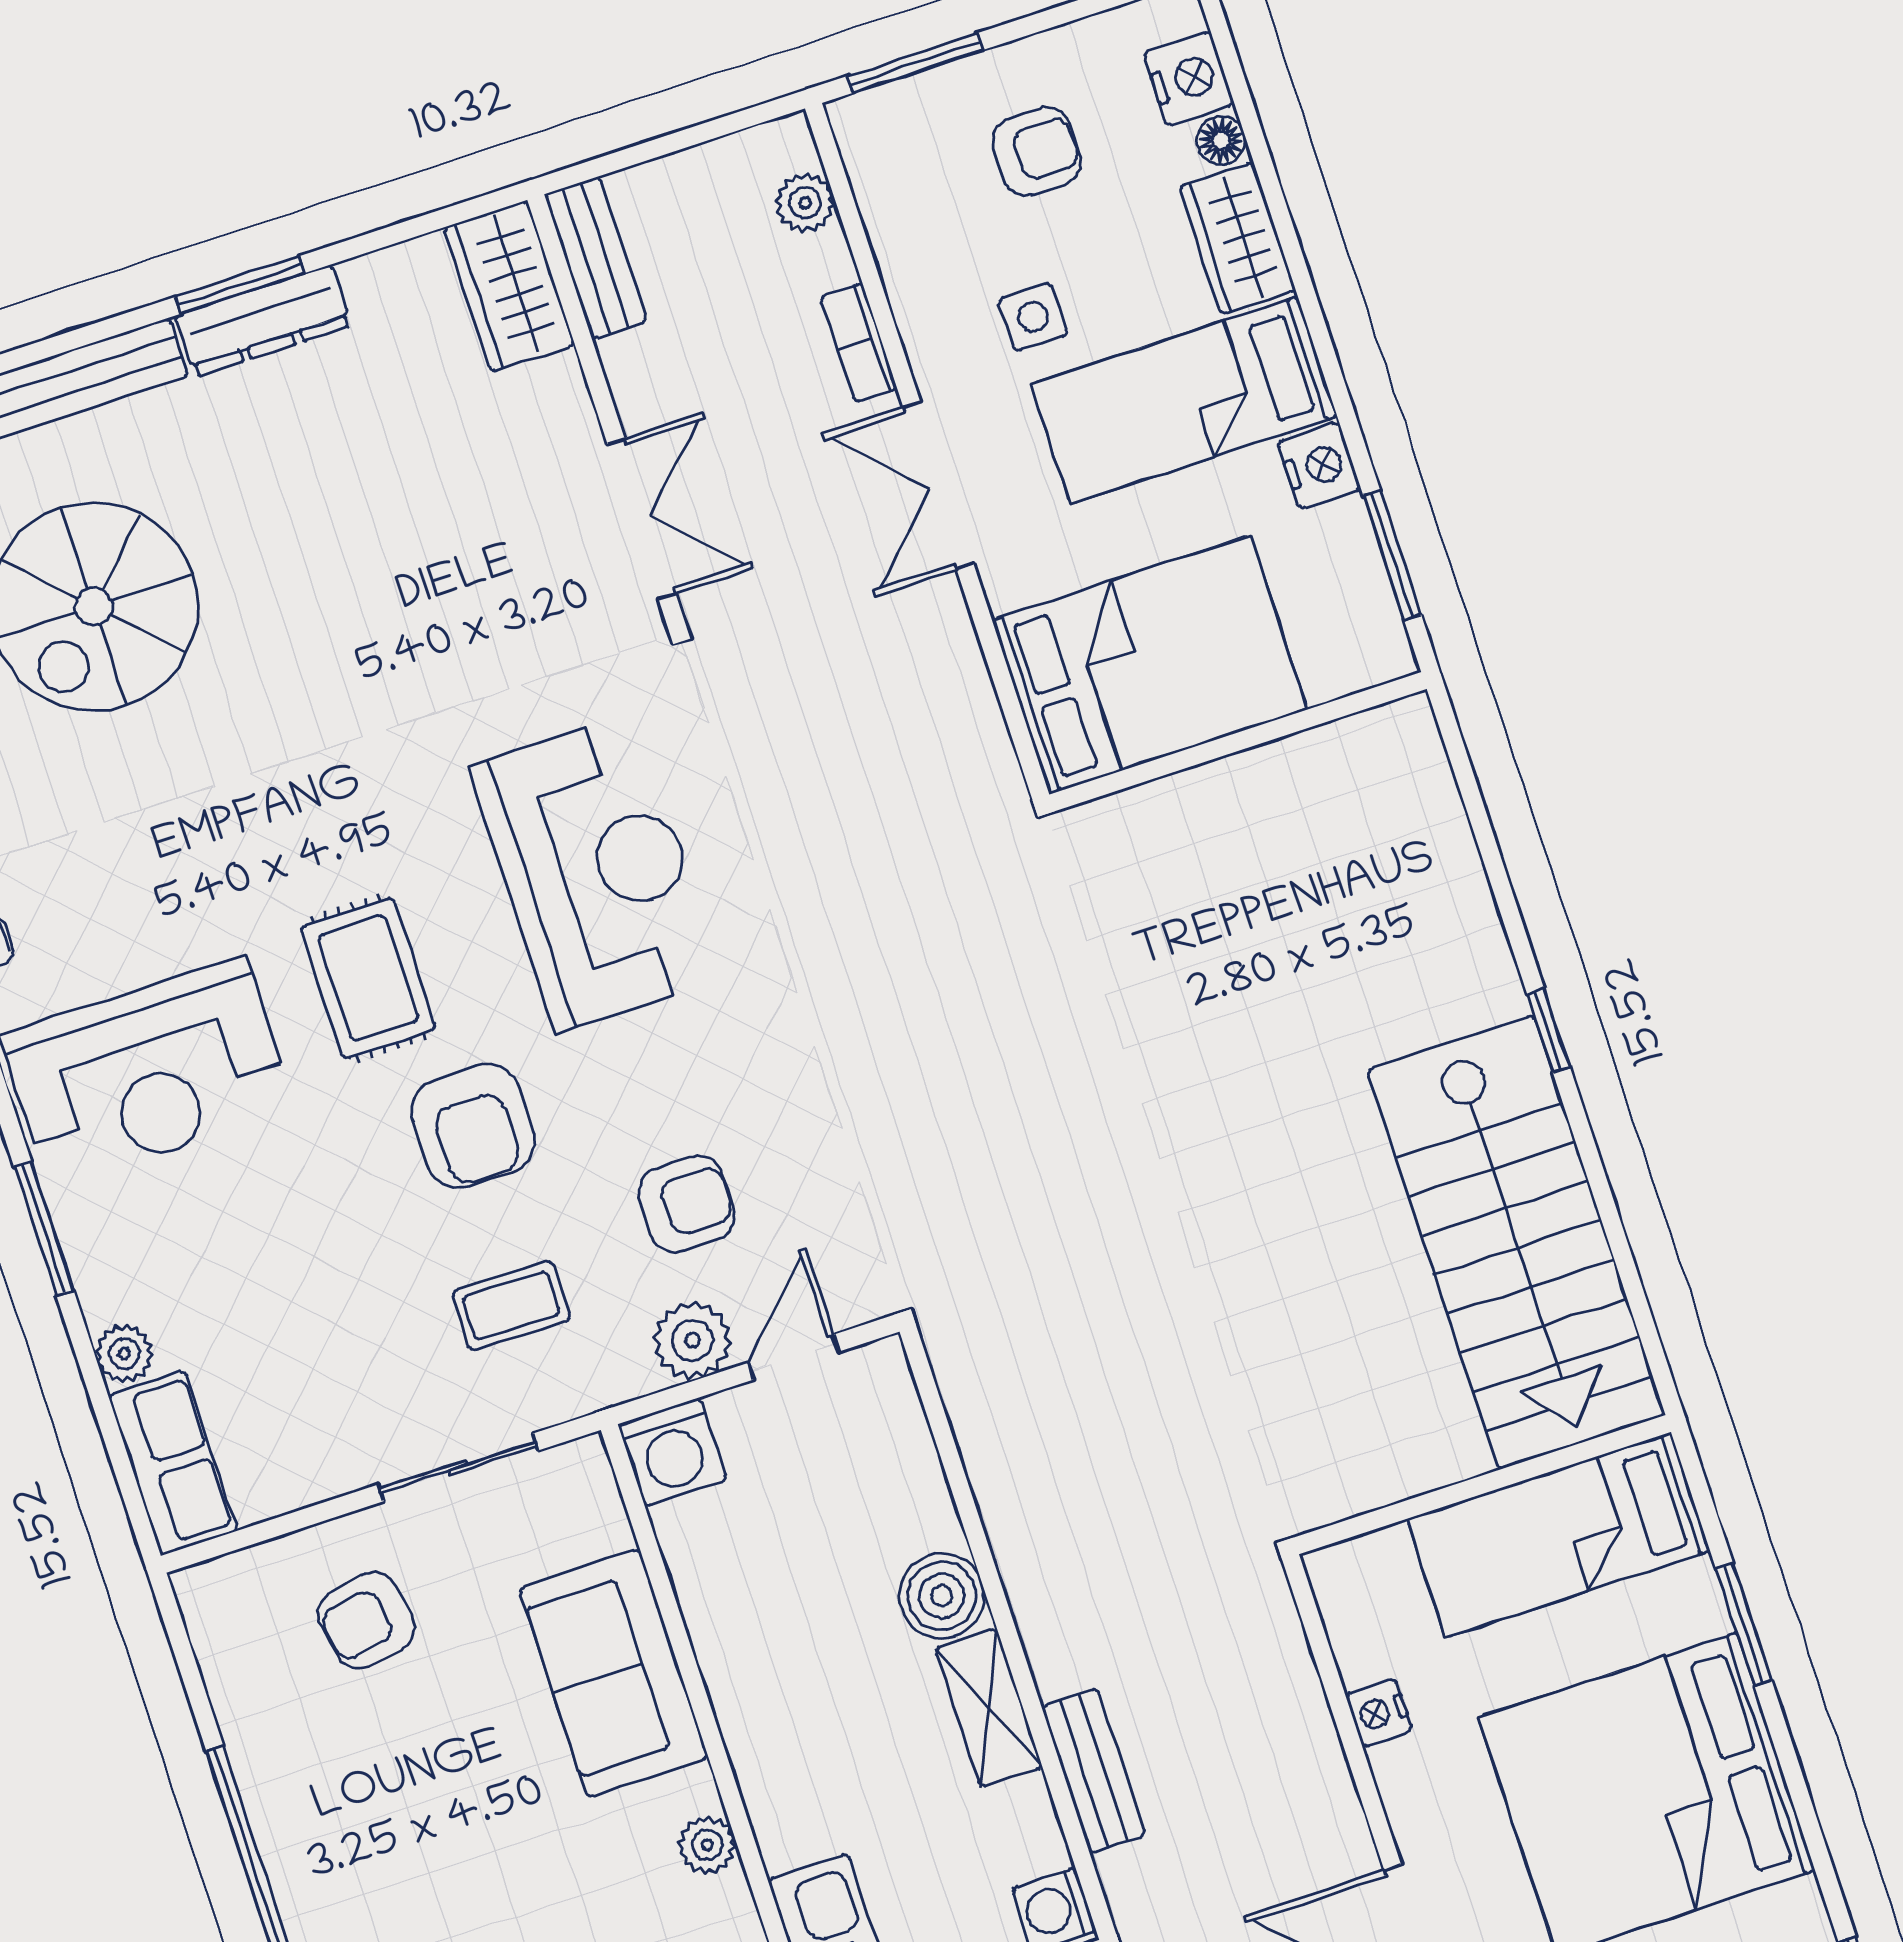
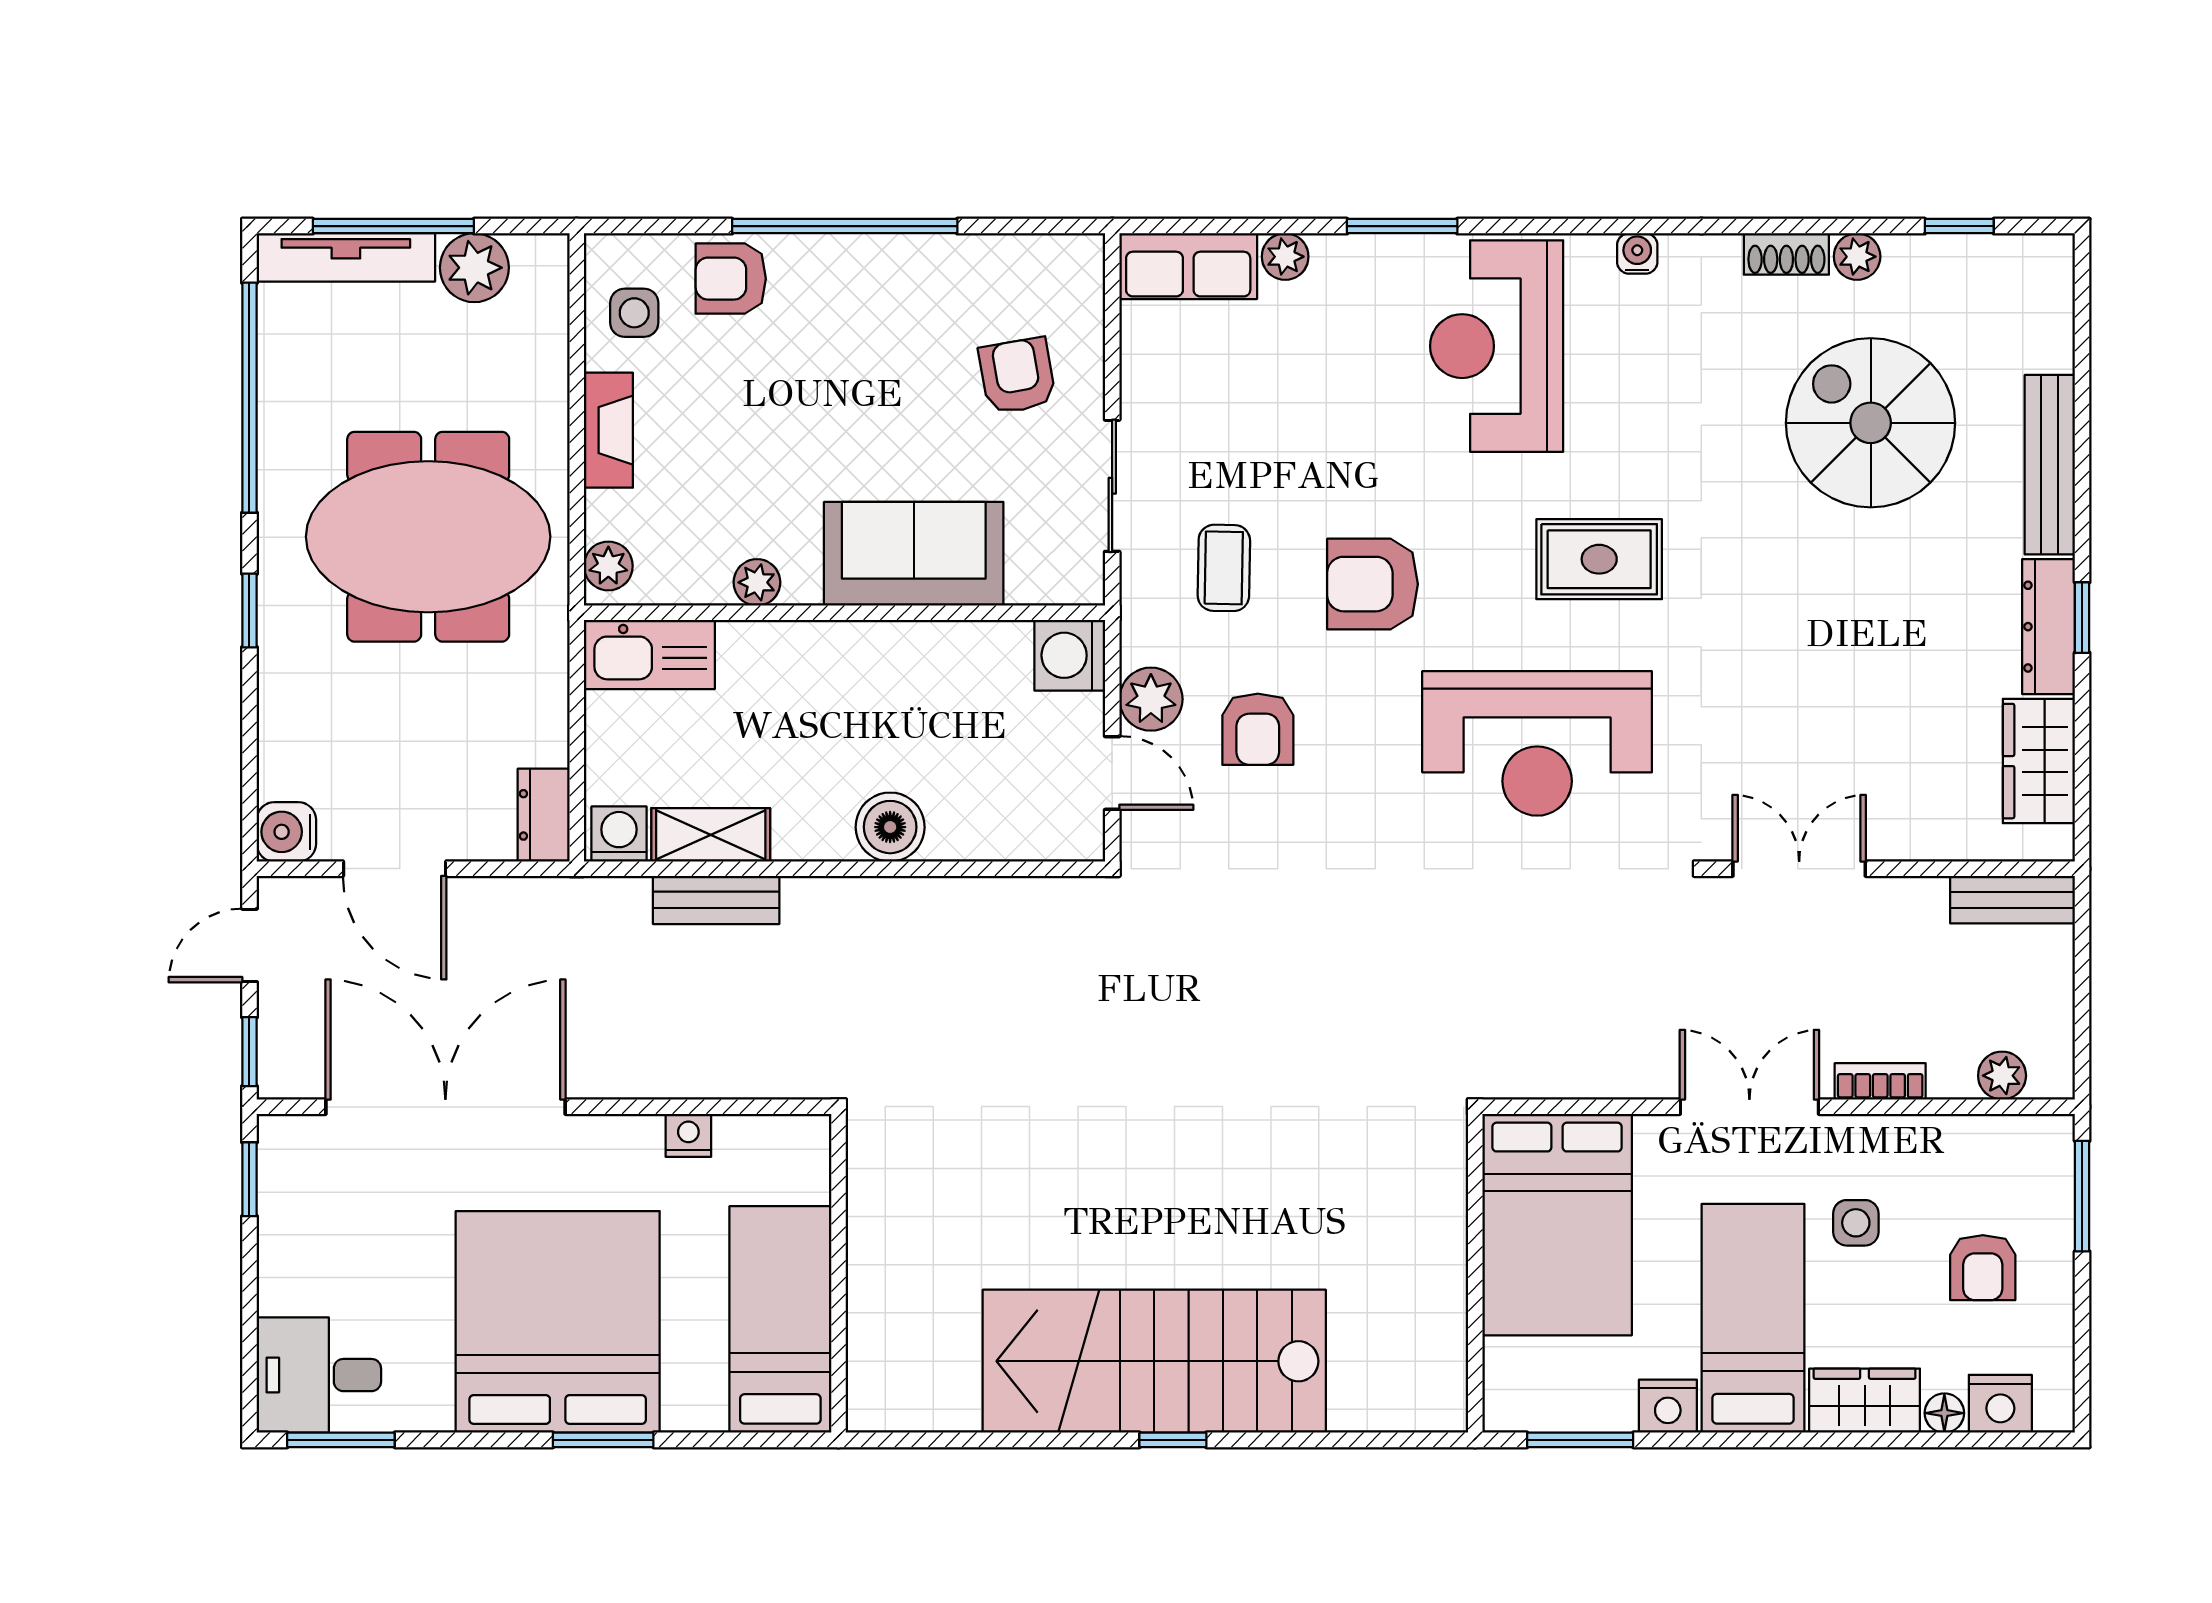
window: (240, 285) -> (2082, 618), width x0.67
wardrobe: (509, 286) -> (2039, 761), moved, turned -90
double door: (642, 519) -> (1799, 869), swing flipped
rug: (368, 978) -> (1599, 559), moved
stairs: (1516, 1242) -> (1154, 1361), moved
window: (1744, 1624) -> (603, 1440), moved
shelving: (989, 1708) -> (711, 835), moved

